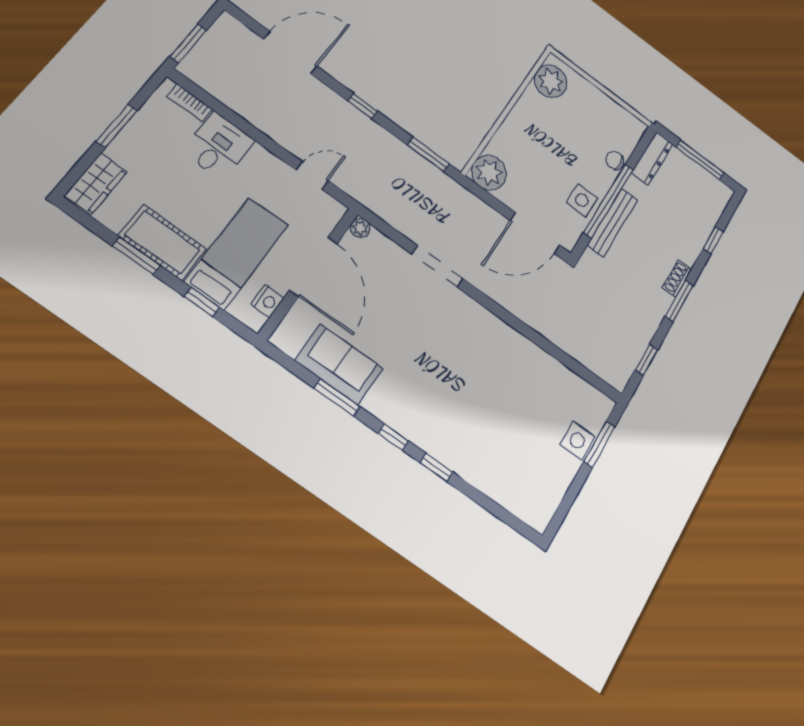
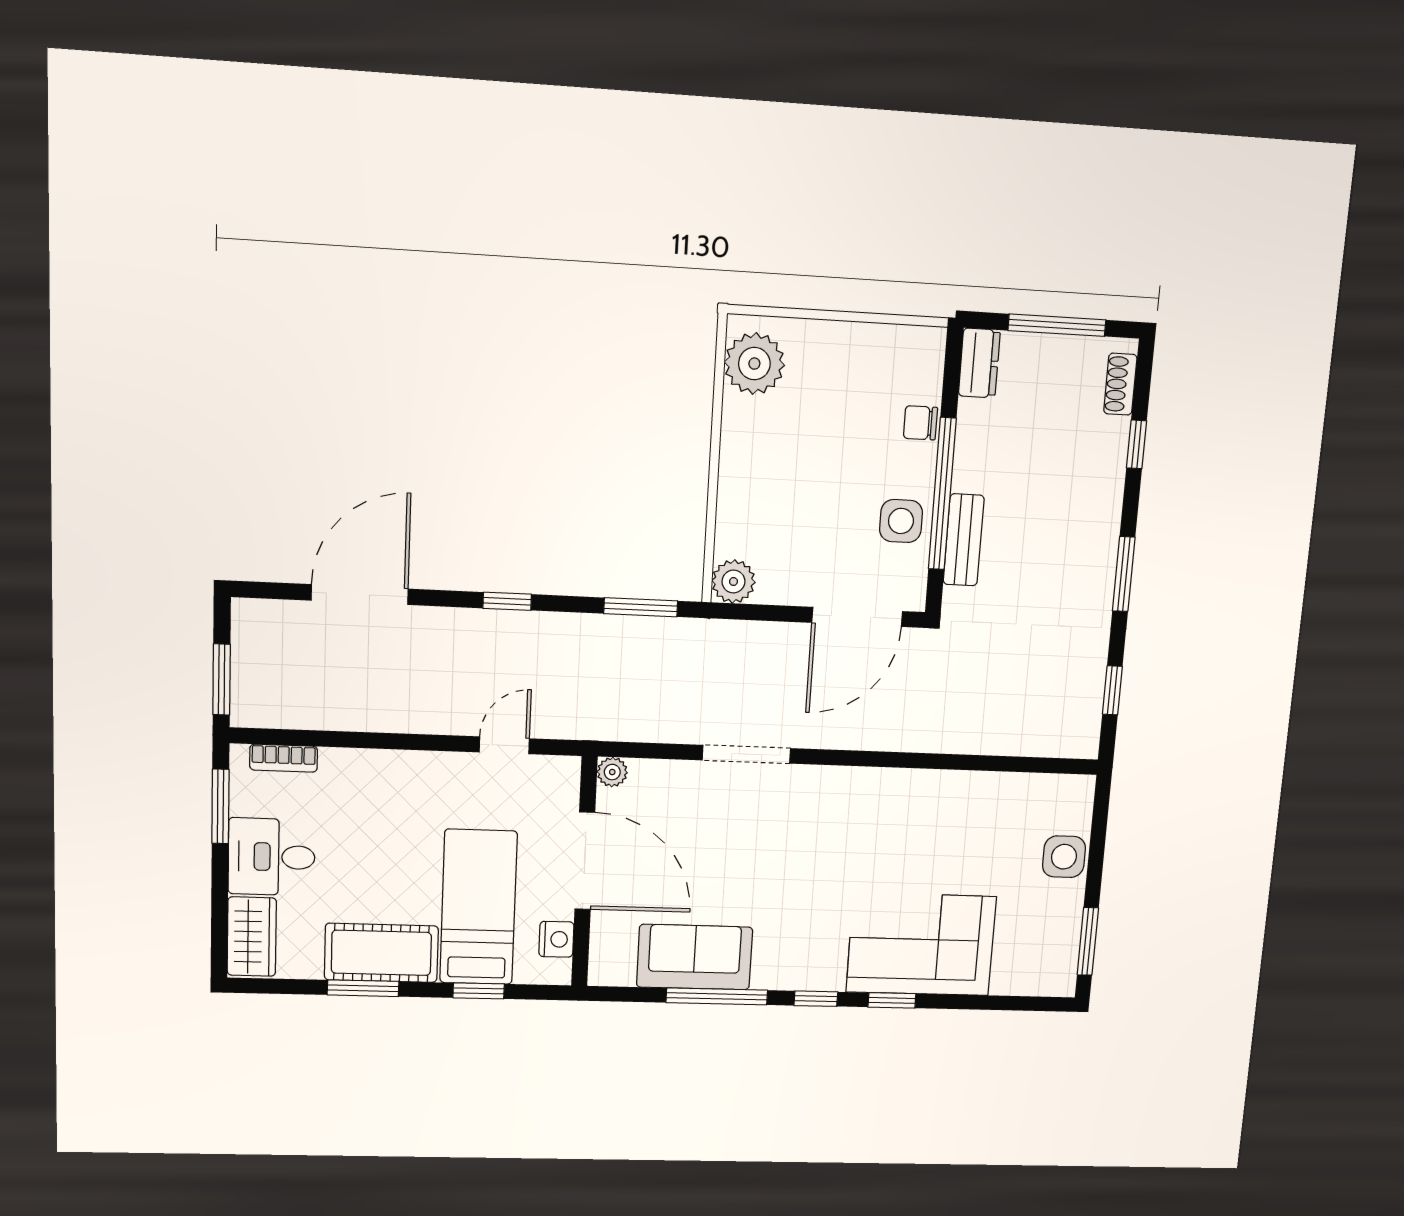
window: (117, 126) -> (220, 806), moved
desk: (218, 146) -> (272, 857), moved, turned -90
dresser: (652, 159) -> (979, 363), width x0.70
plant: (489, 173) -> (733, 581), width x0.73, depth x0.73
bench: (613, 223) -> (964, 540), width x0.73
shoe rack: (677, 278) -> (1120, 384), moved
window: (337, 397) -> (717, 996), width x1.44
corner sofa: (472, 442) -> (921, 944), added
window: (599, 444) -> (1088, 941), moved

